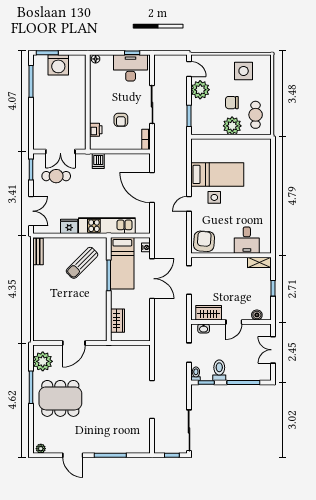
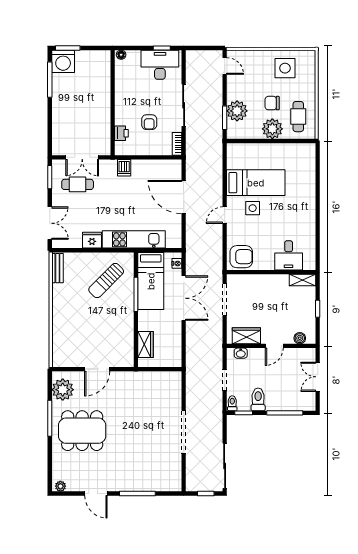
washing machine: (58, 65) -> (63, 61), moved
plant: (200, 90) -> (237, 111), moved
armchair: (204, 241) -> (241, 257), turned 86

